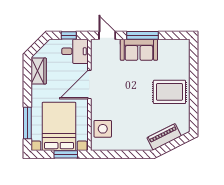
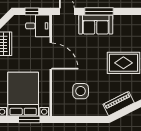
door: (89, 84) -> (51, 56), swing flipped
side table: (103, 129) -> (81, 91), moved

